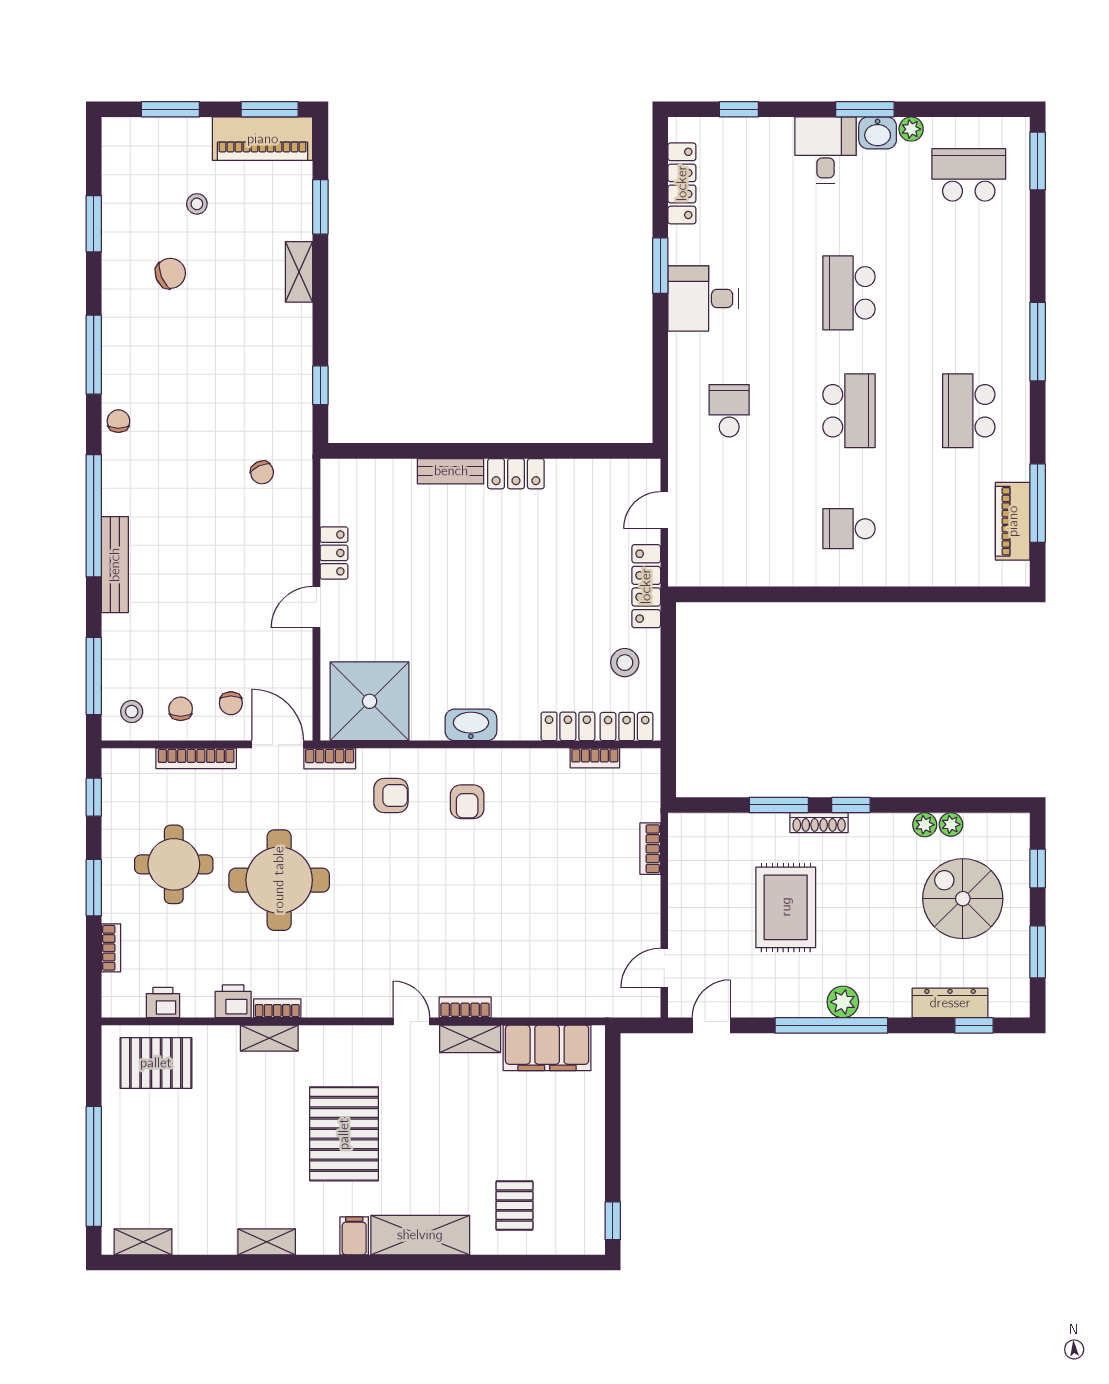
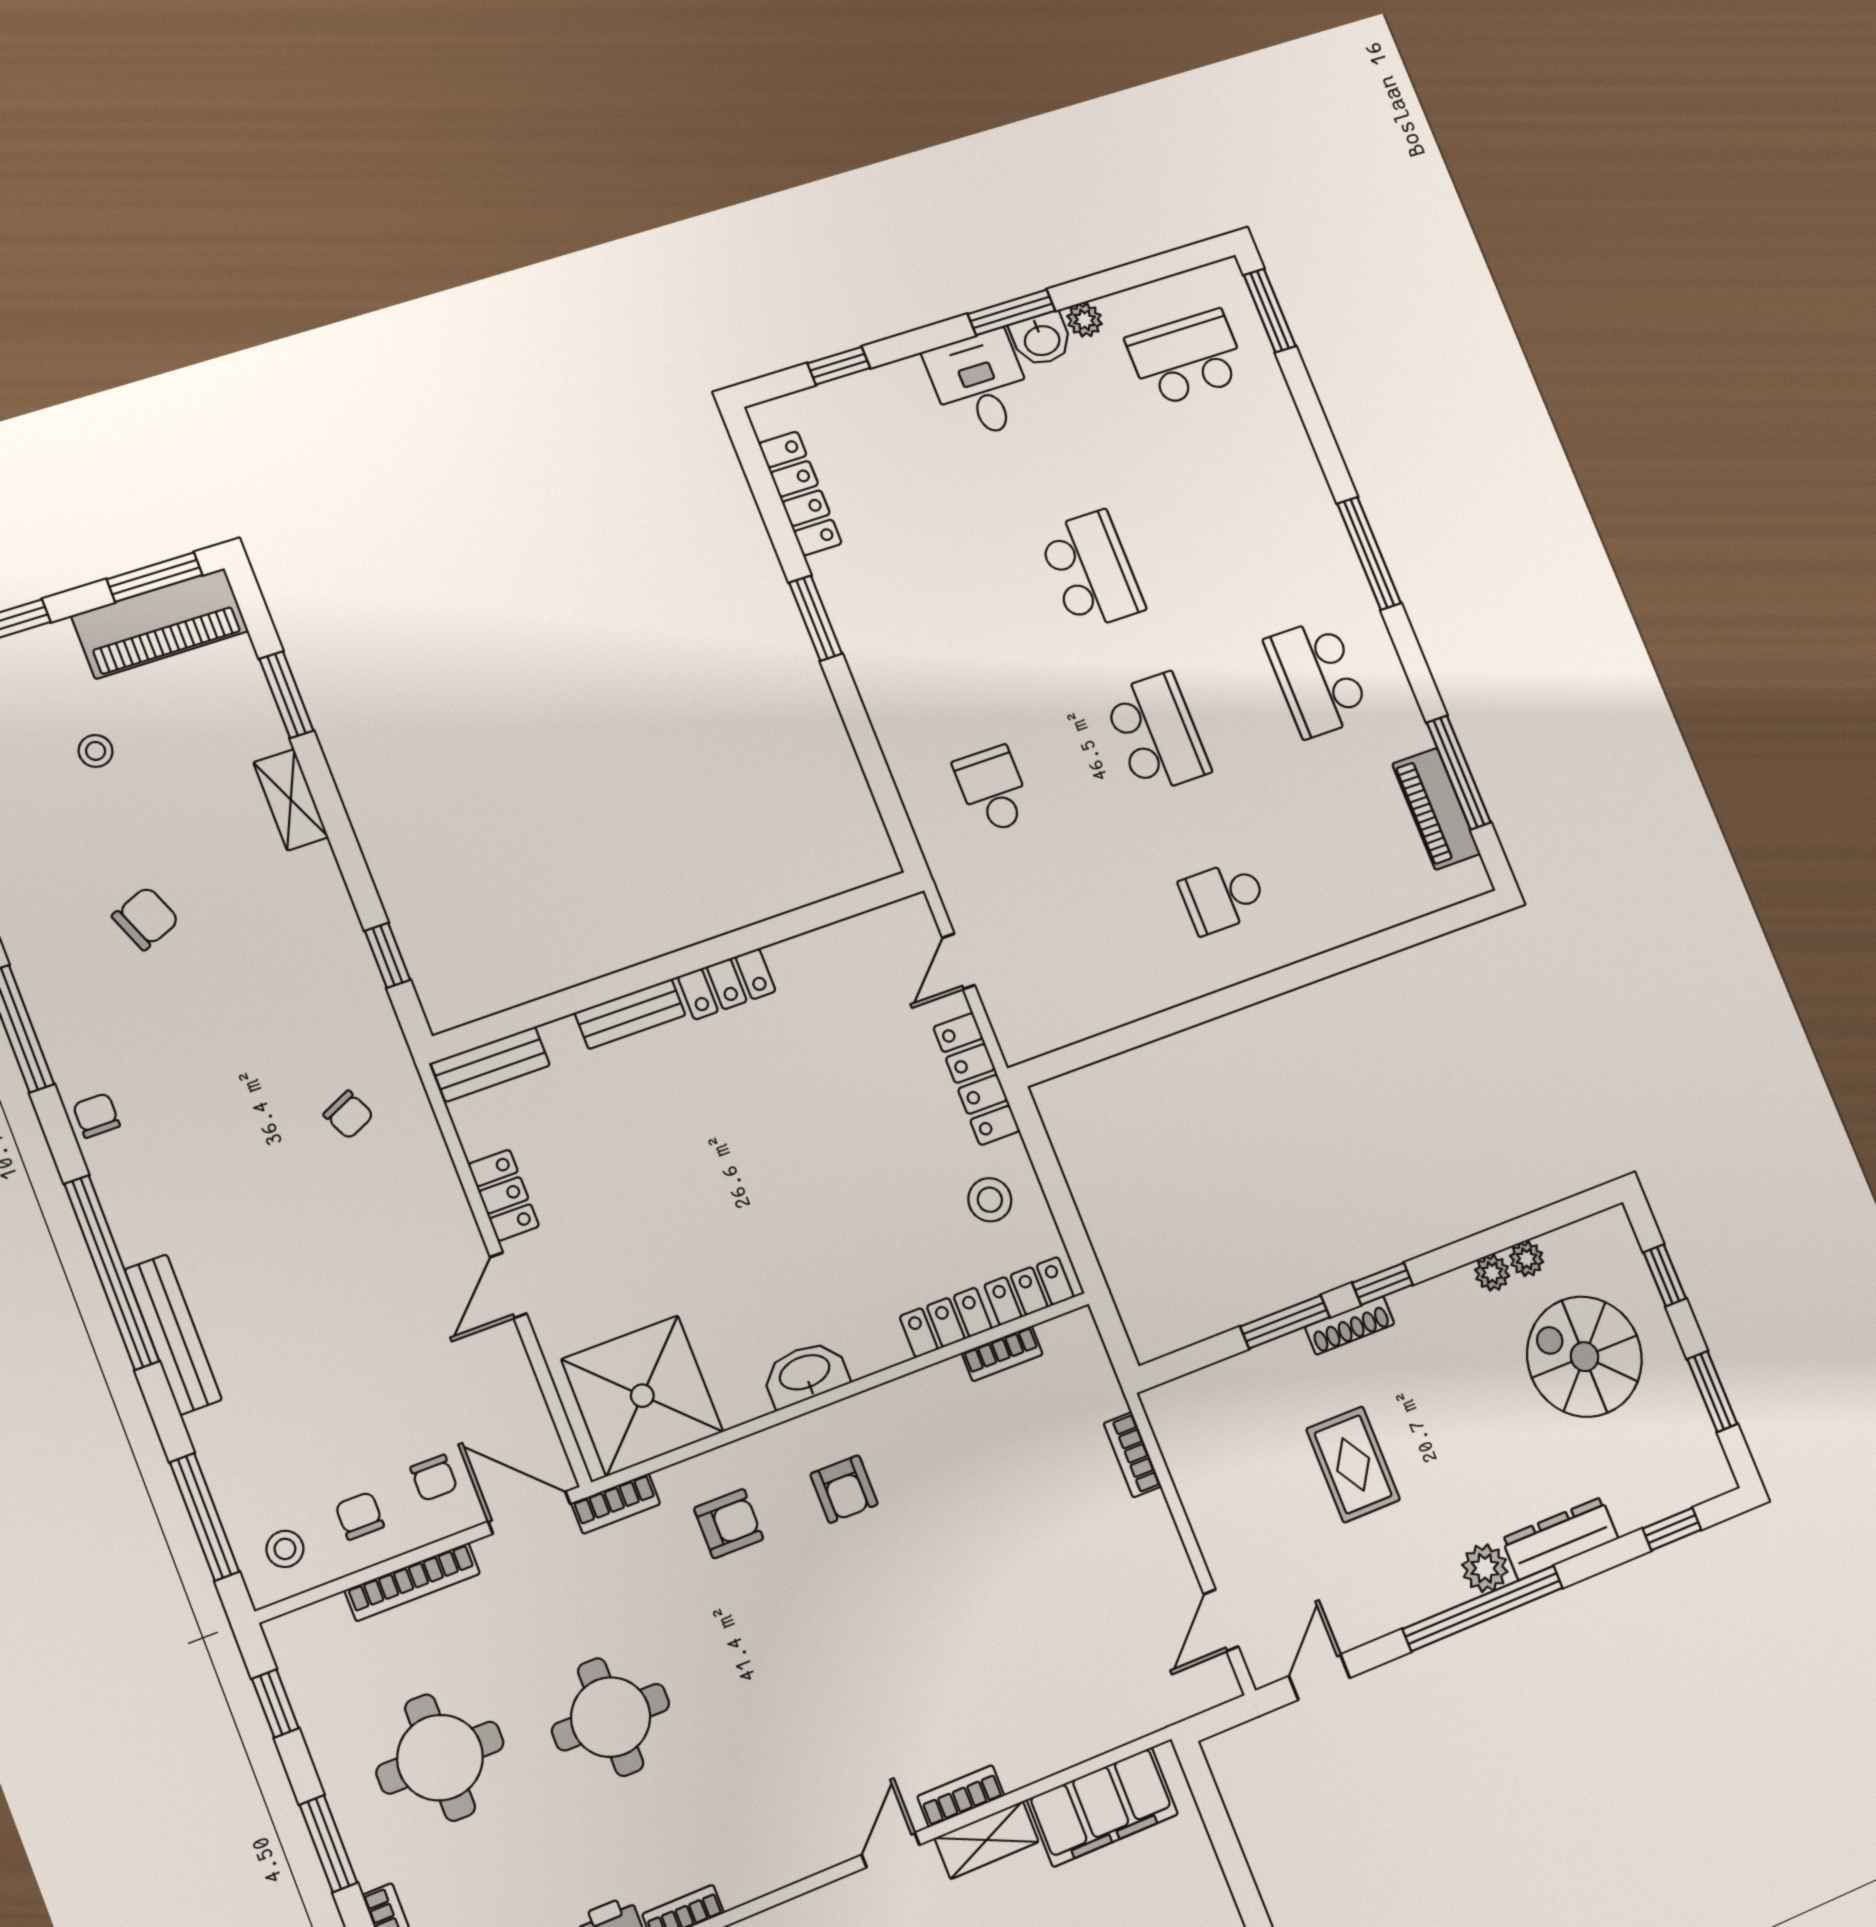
chair: (170, 273) -> (146, 918), moved
school desk: (849, 293) -> (1091, 570), turned 180
desk: (703, 298) -> (894, 644), removed
bench: (356, 472) -> (490, 1064), added
round table: (279, 880) -> (611, 1717), width x0.73, depth x0.73
rug: (786, 907) -> (1353, 1464), width x0.73, depth x0.70
dresser: (950, 1003) -> (1560, 1539), moved
door: (411, 1021) -> (891, 1850), hinge flipped

